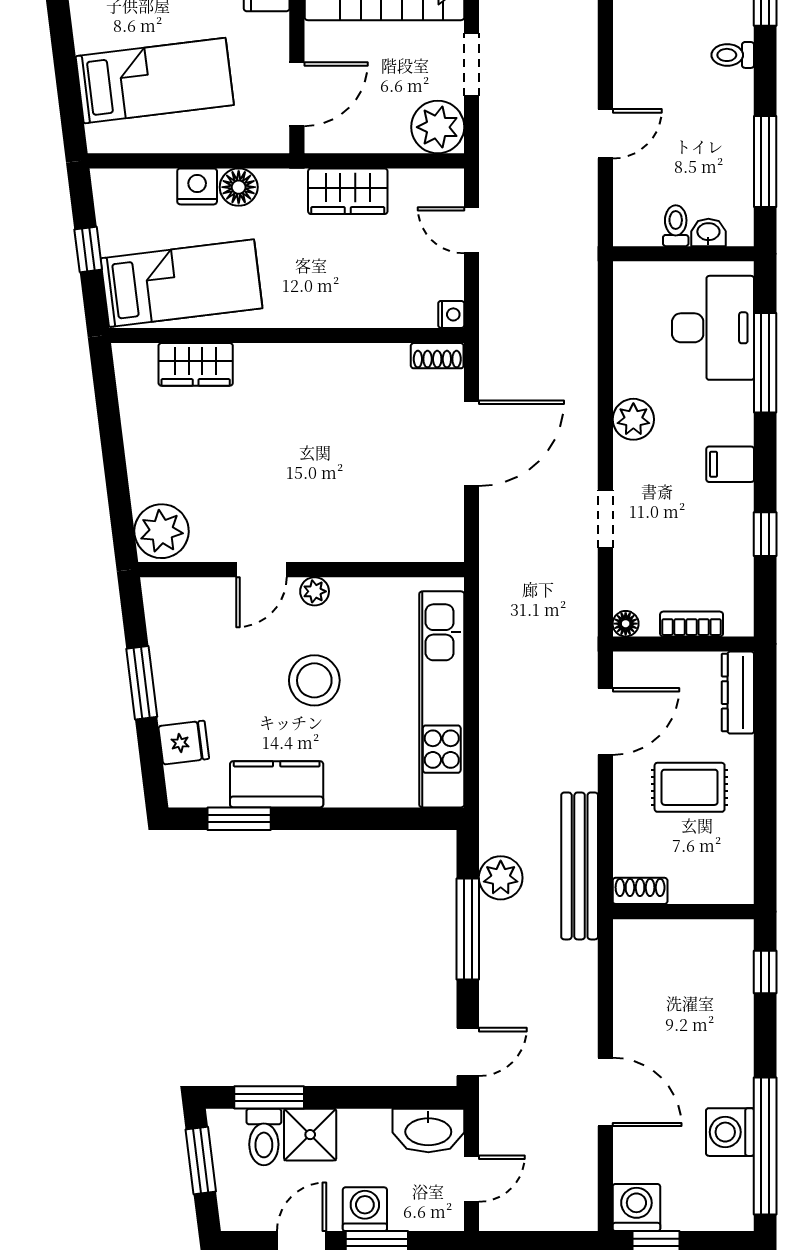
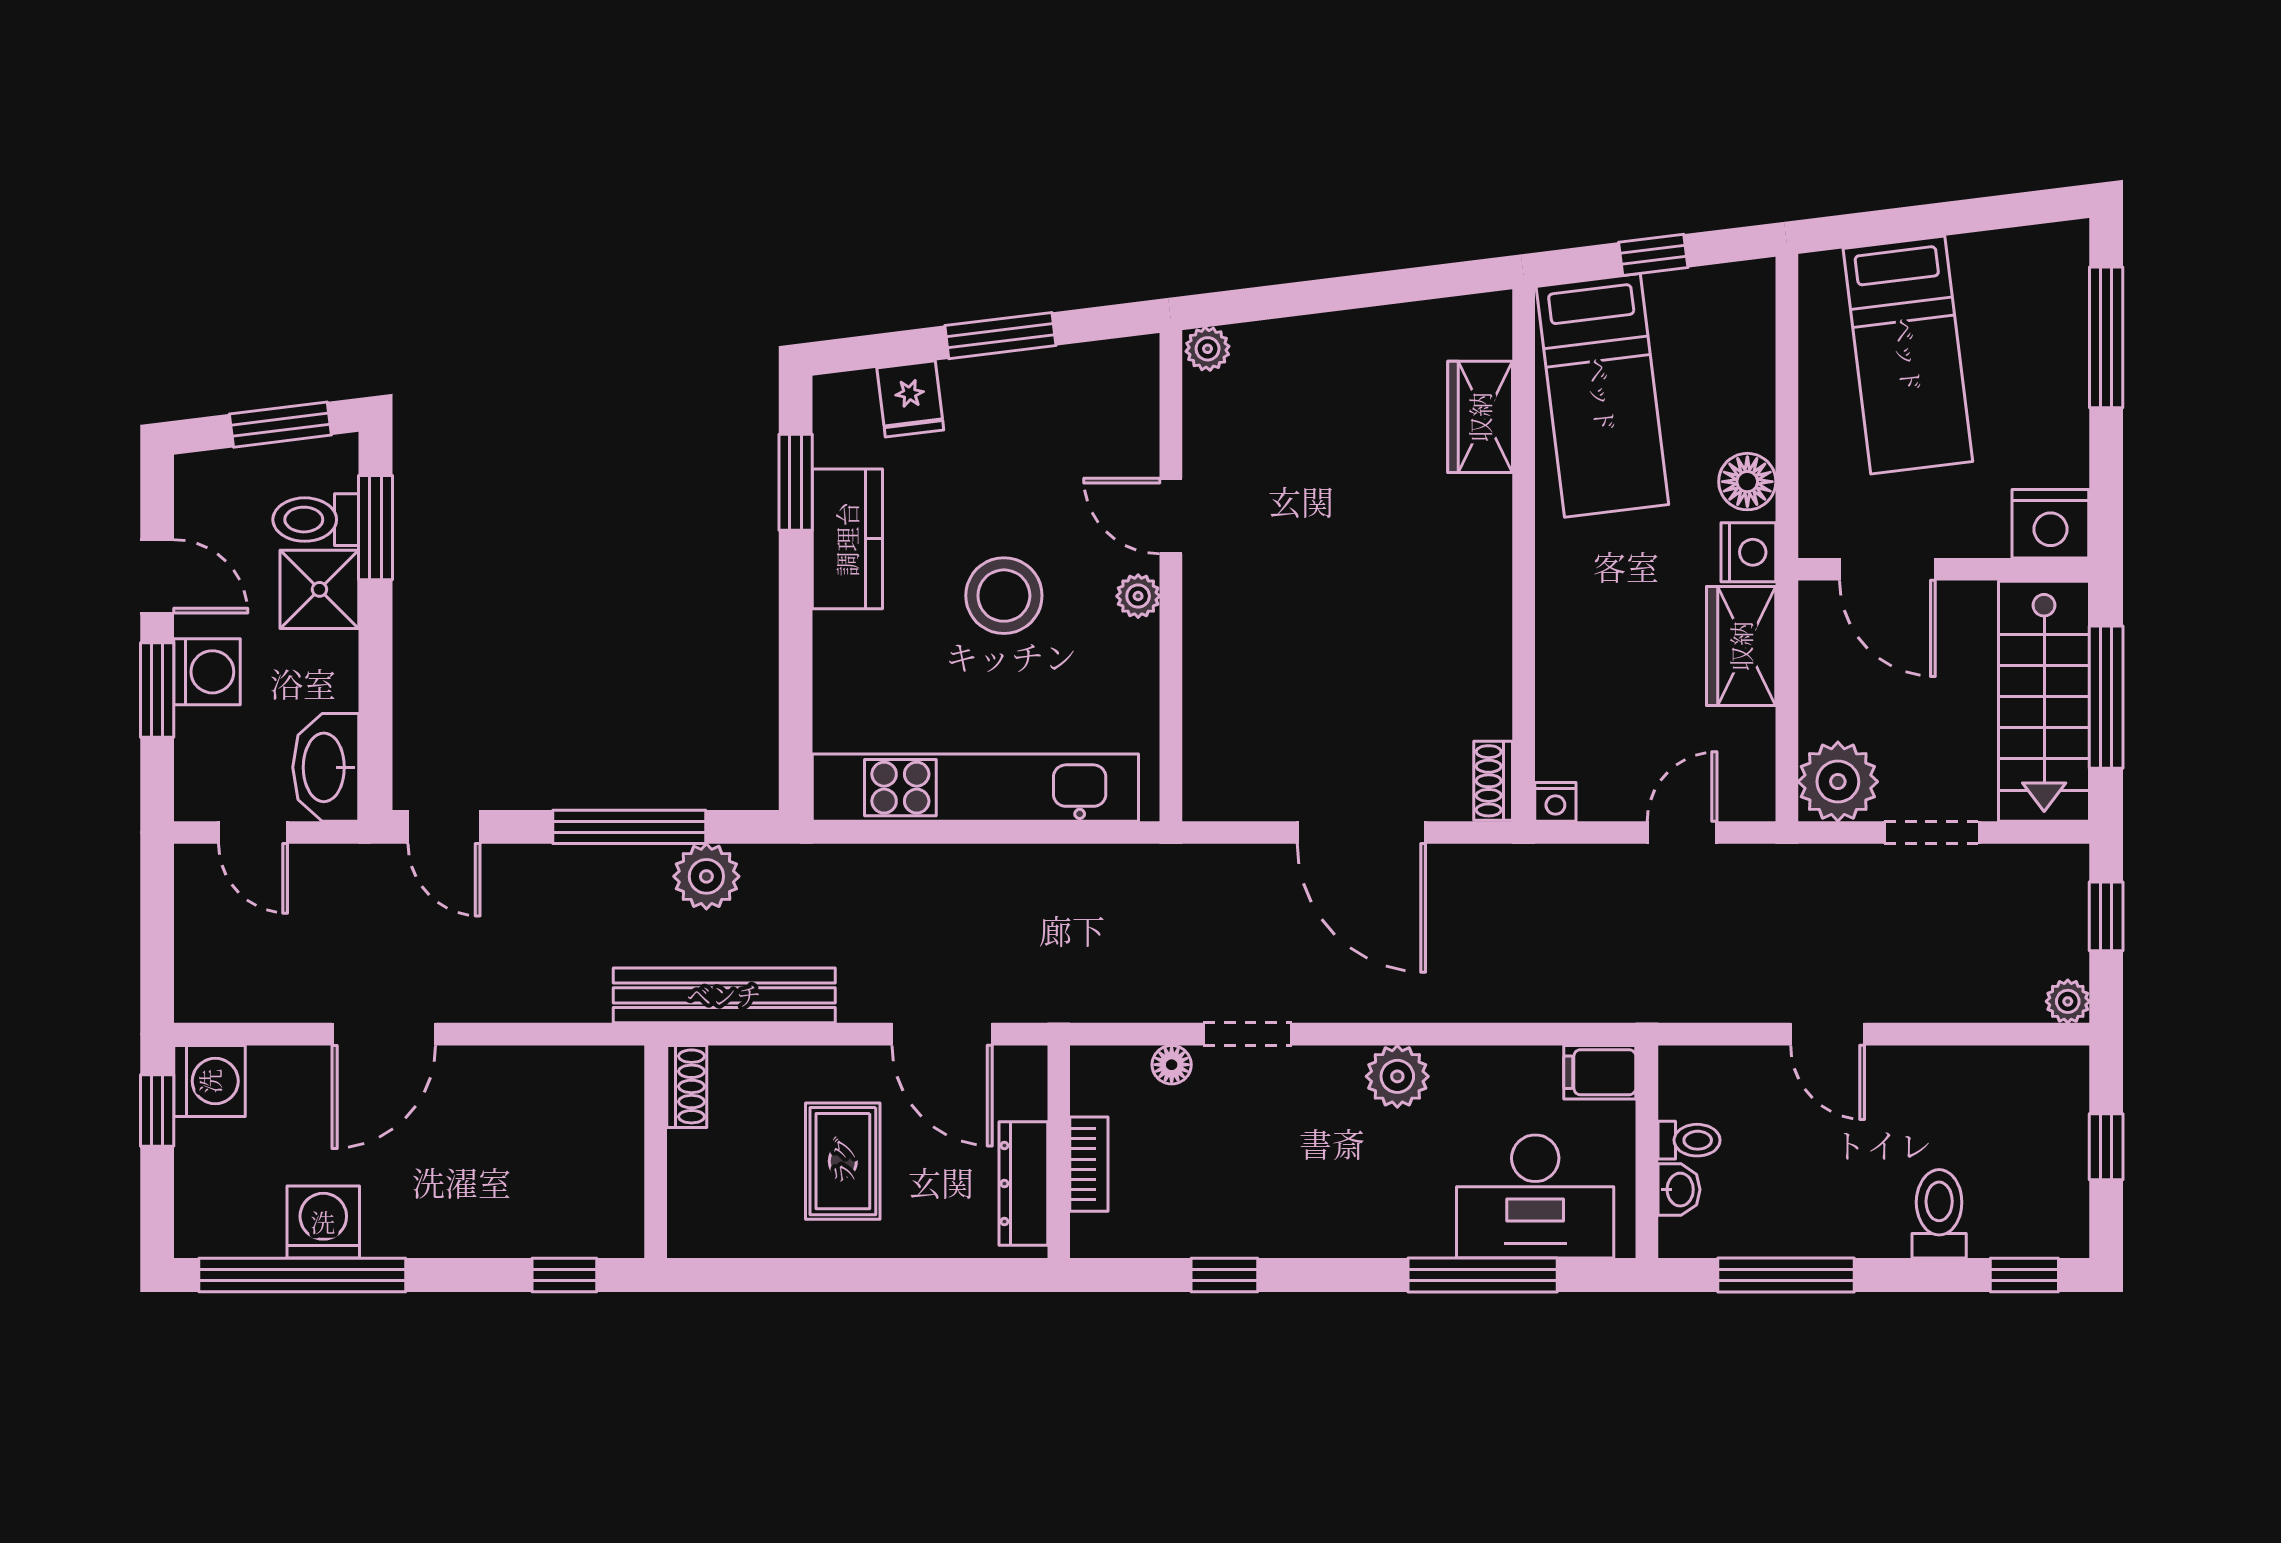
toilet: (733, 55) -> (1939, 1214), width x1.37, depth x1.39
nightstand: (197, 186) -> (1748, 552), moved
filing cabinet: (730, 464) -> (1600, 1072), moved, turned -90
plant: (162, 531) -> (1208, 349), width x0.53, depth x0.53
floor lamp: (626, 624) -> (1172, 1065), moved
dresser: (738, 693) -> (1023, 1184), moved, turned -90

